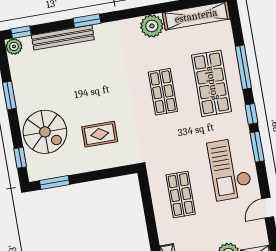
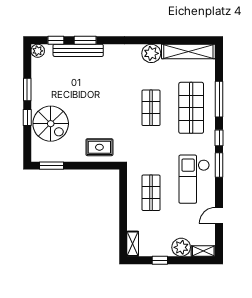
window: (87, 21) -> (85, 40), moved
window: (21, 32) -> (56, 40), moved
rug: (100, 134) -> (99, 147), moved
window: (20, 158) -> (27, 117), moved

